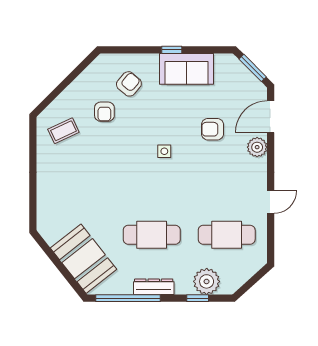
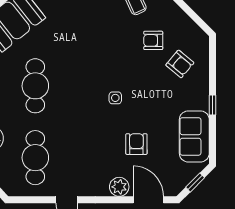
window: (253, 68) -> (195, 182), width x0.67
sofa: (186, 69) -> (194, 136), moved

